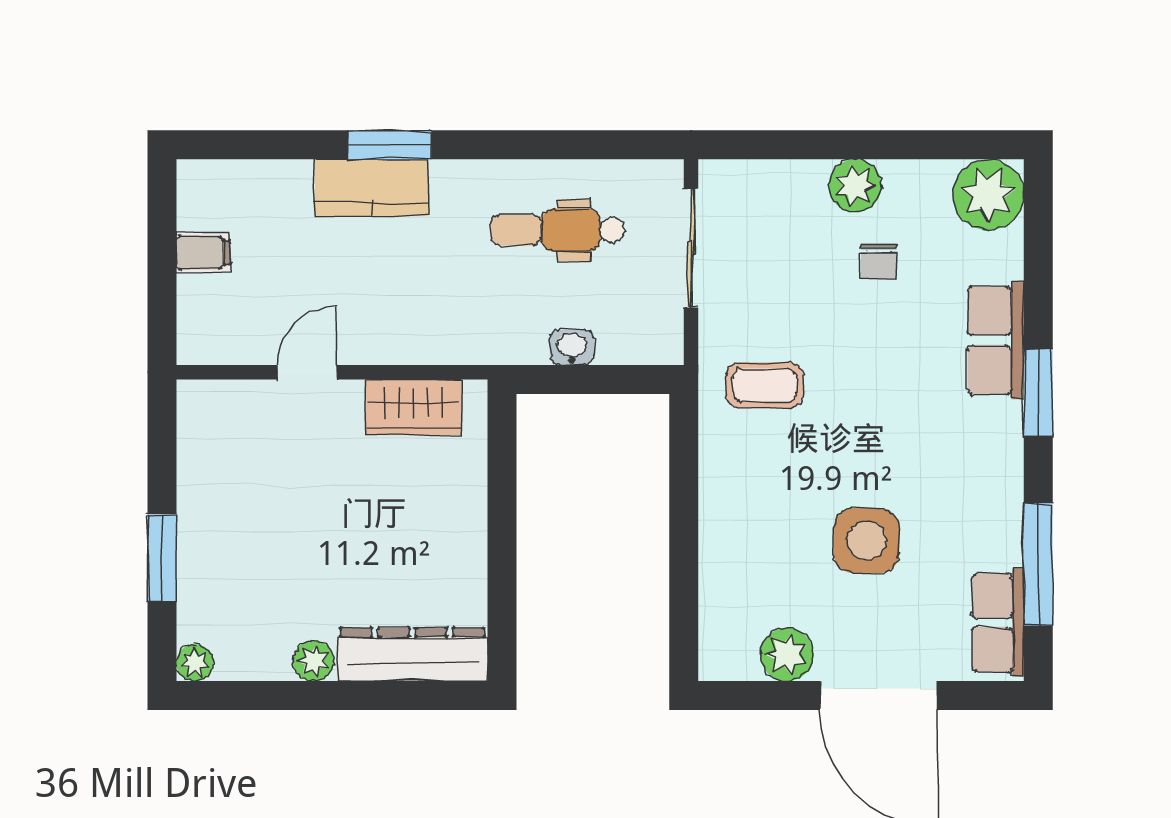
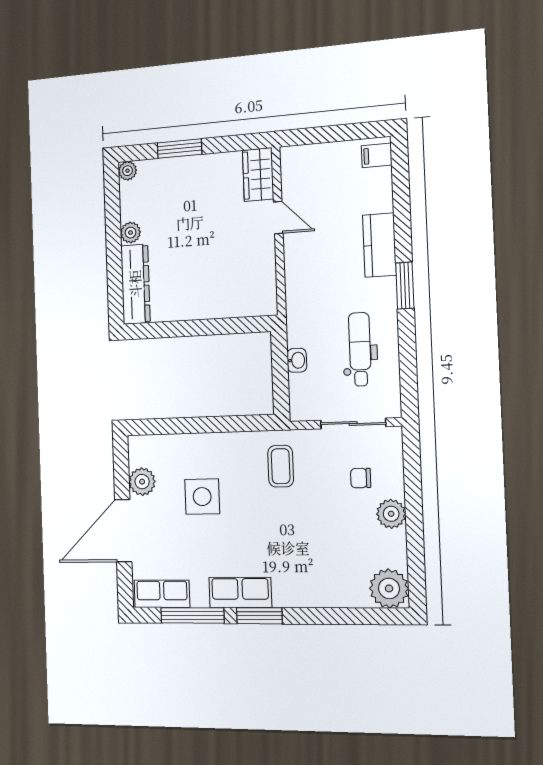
window: (390, 145) -> (405, 286), moved
filing cabinet: (203, 252) -> (377, 155), moved, turned 90
chair: (879, 261) -> (361, 478), moved
row of seats: (996, 340) -> (240, 593), moved
window: (1038, 392) -> (259, 616), moved
wardrobe: (414, 407) -> (258, 175), moved
side table: (867, 541) -> (202, 497), moved

